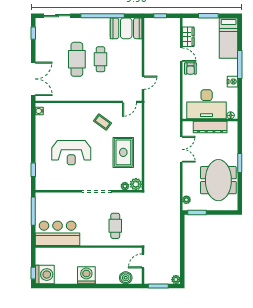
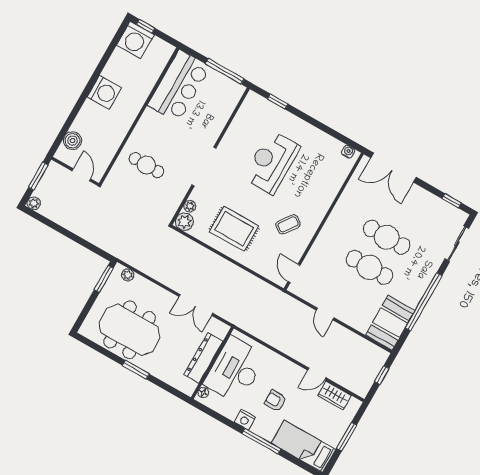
cafe table: (100, 59) -> (369, 267), width x1.37, depth x1.35
armchair: (190, 69) -> (275, 401), moved
door: (143, 83) -> (325, 314), moved

